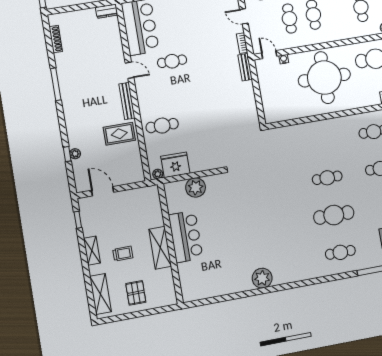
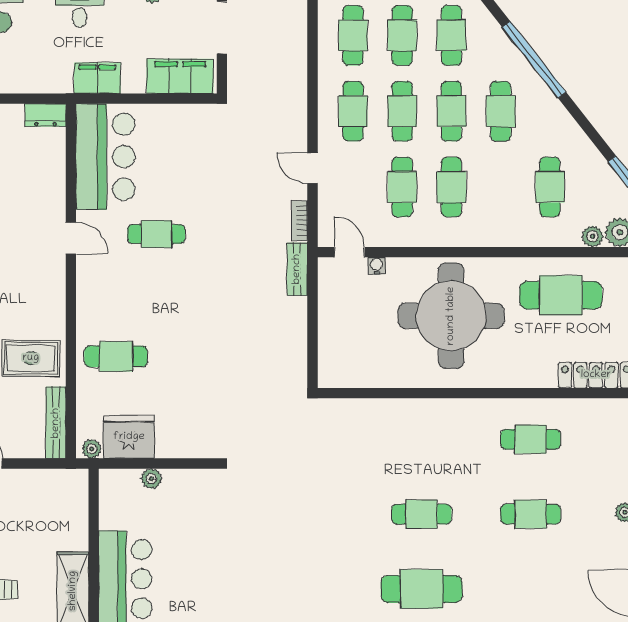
bench: (127, 101) -> (56, 423), moved
plant: (196, 187) -> (151, 479), width x0.53, depth x0.53

